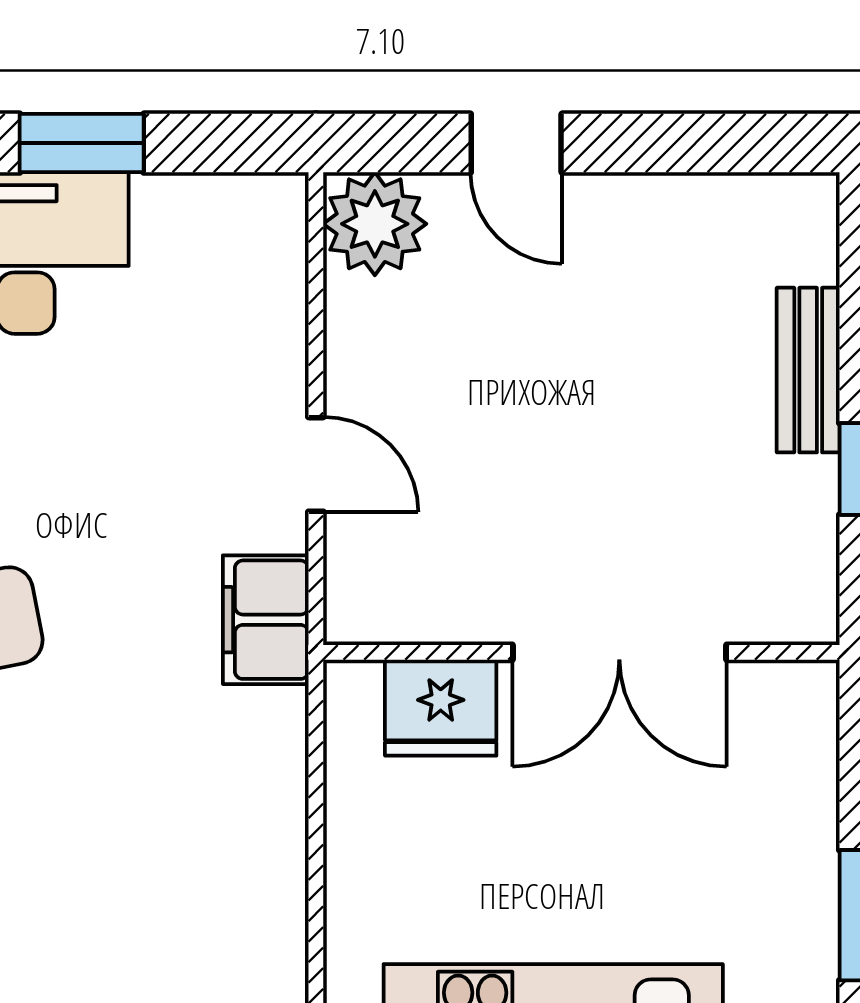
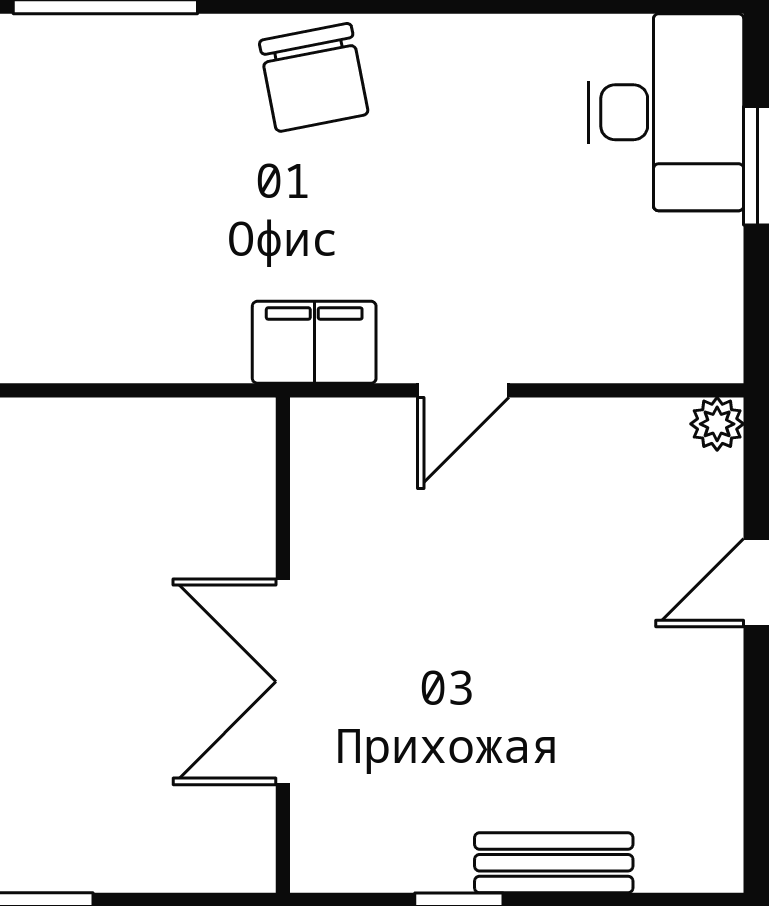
plant: (375, 224) -> (717, 424), width x0.53, depth x0.53
fridge: (441, 708) -> (230, 510), removed

